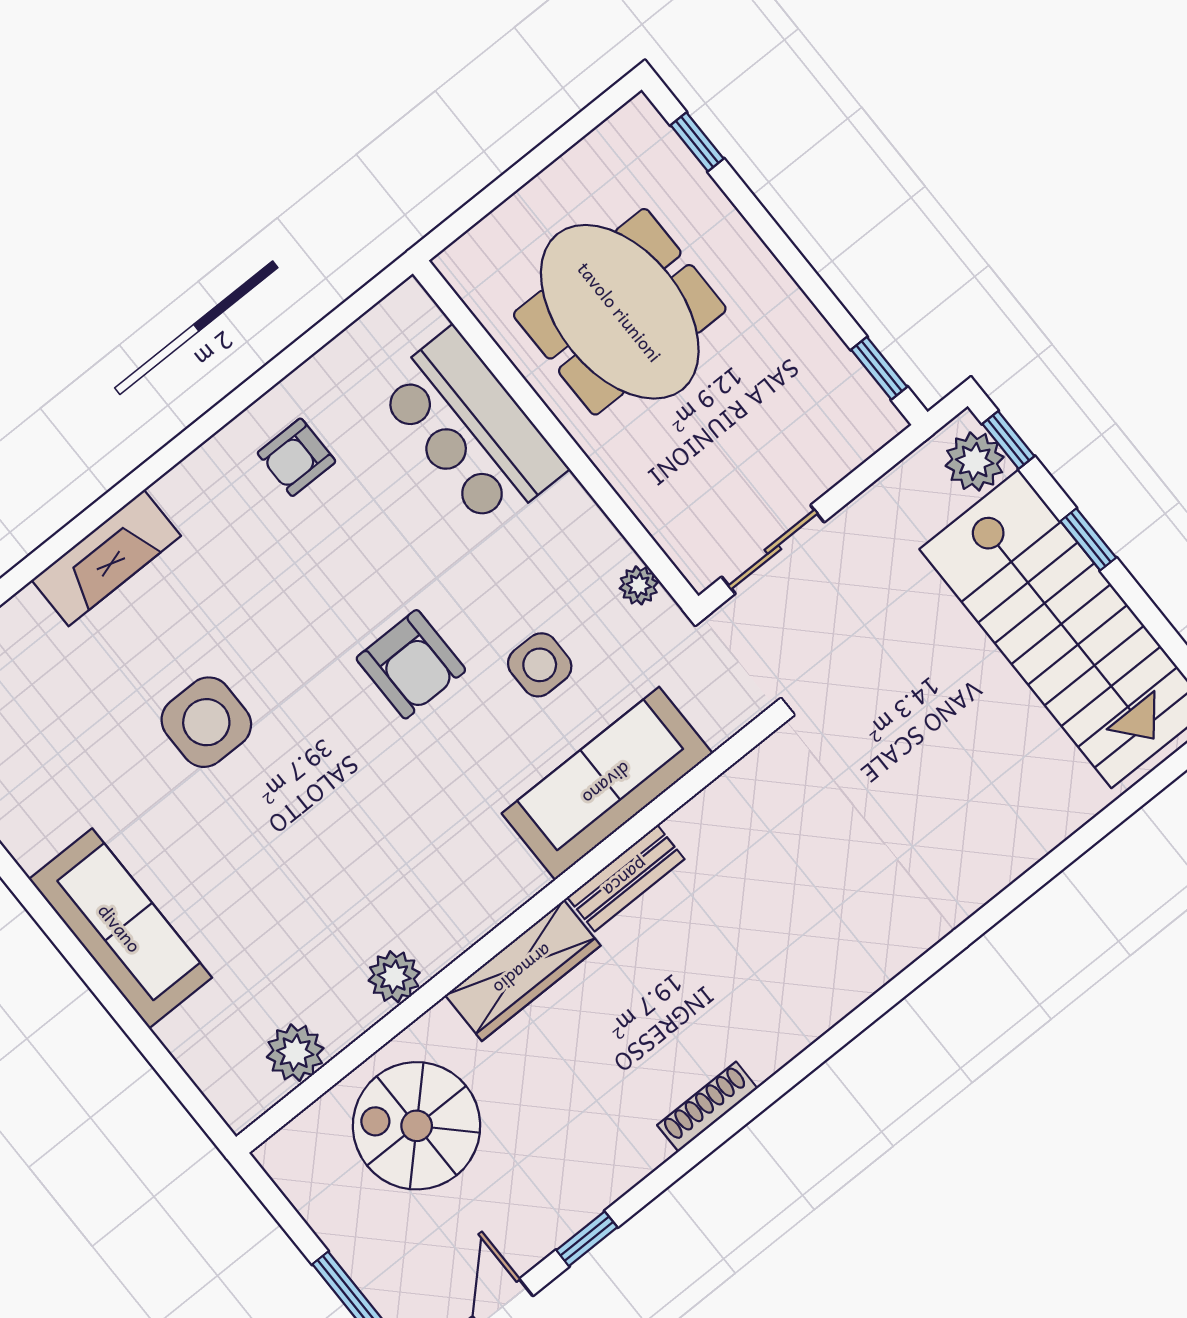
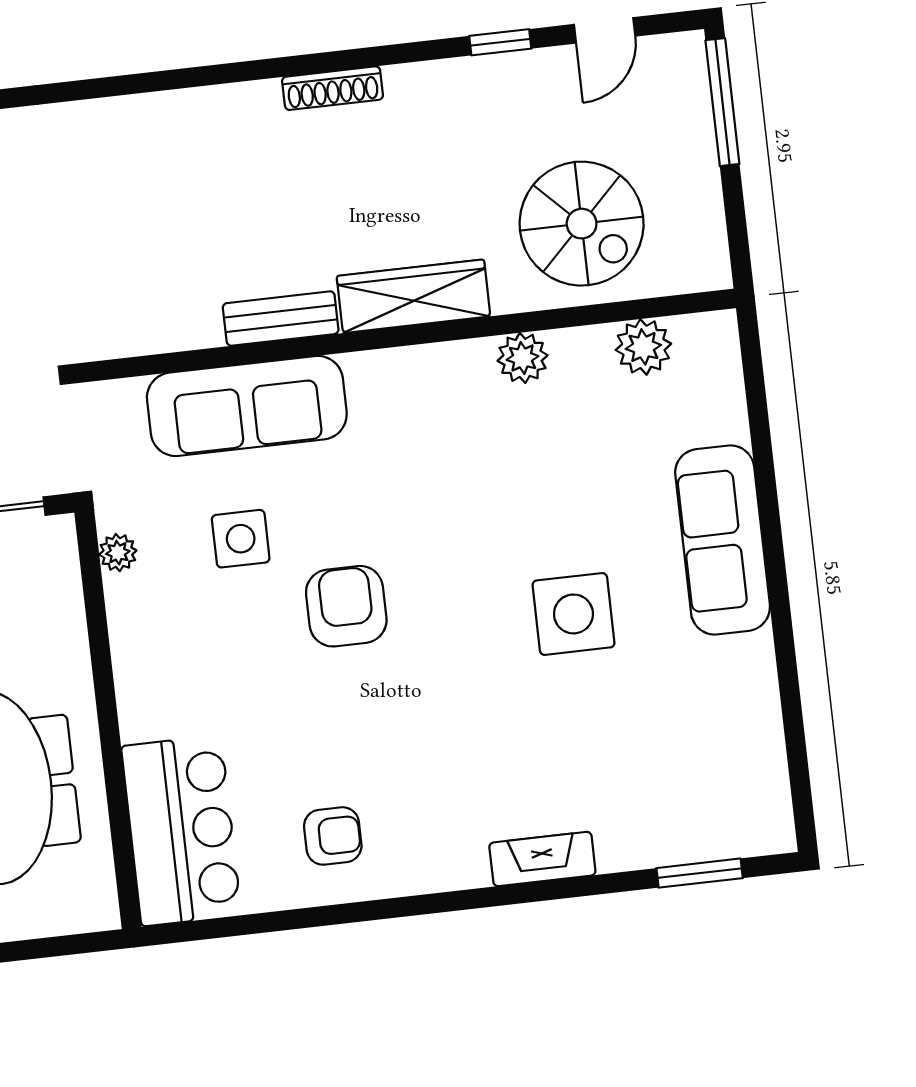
bar counter: (471, 429) -> (181, 831), moved
fireplace: (106, 558) -> (542, 859), width x0.73, depth x0.76
side table: (206, 722) -> (573, 614), moved

